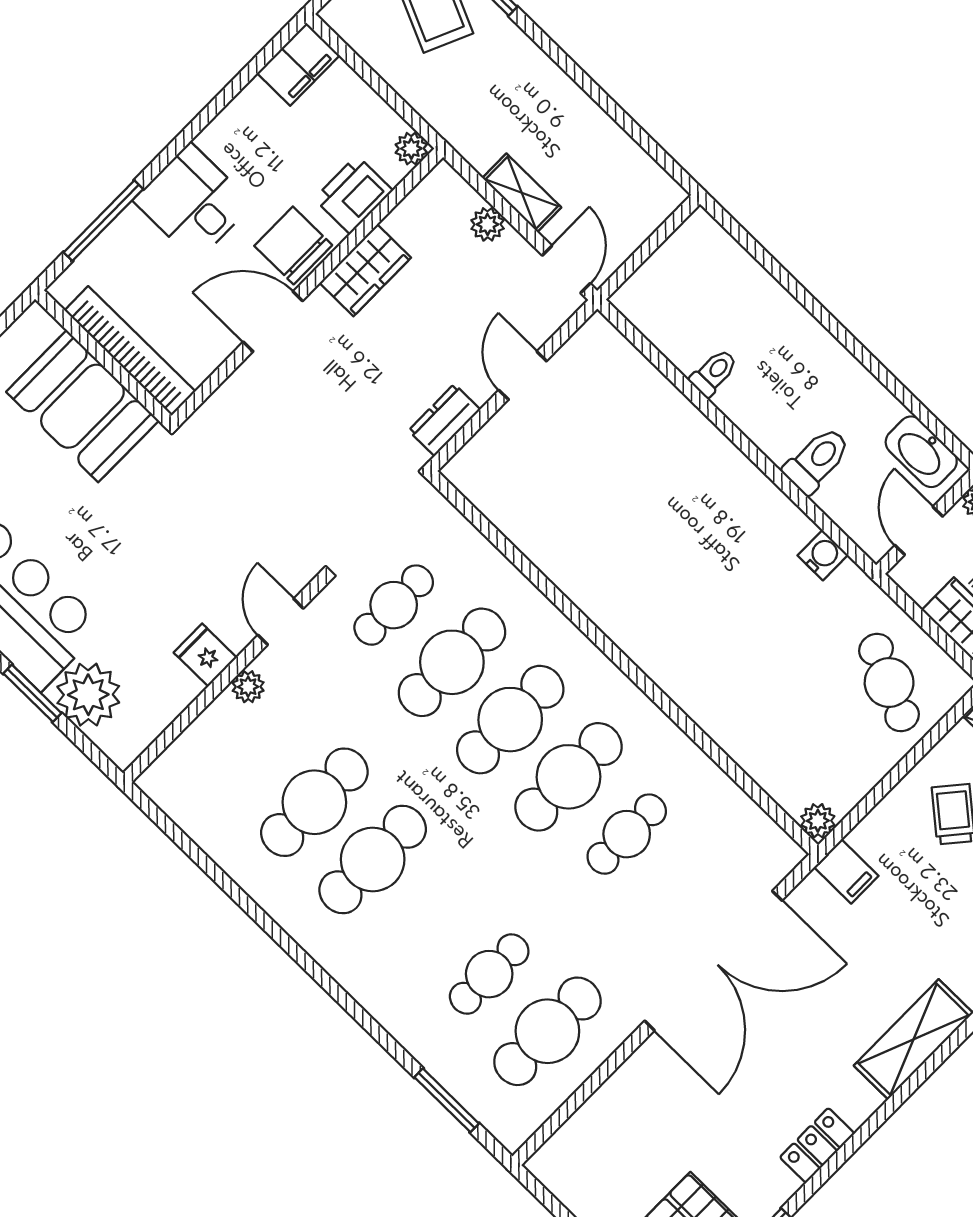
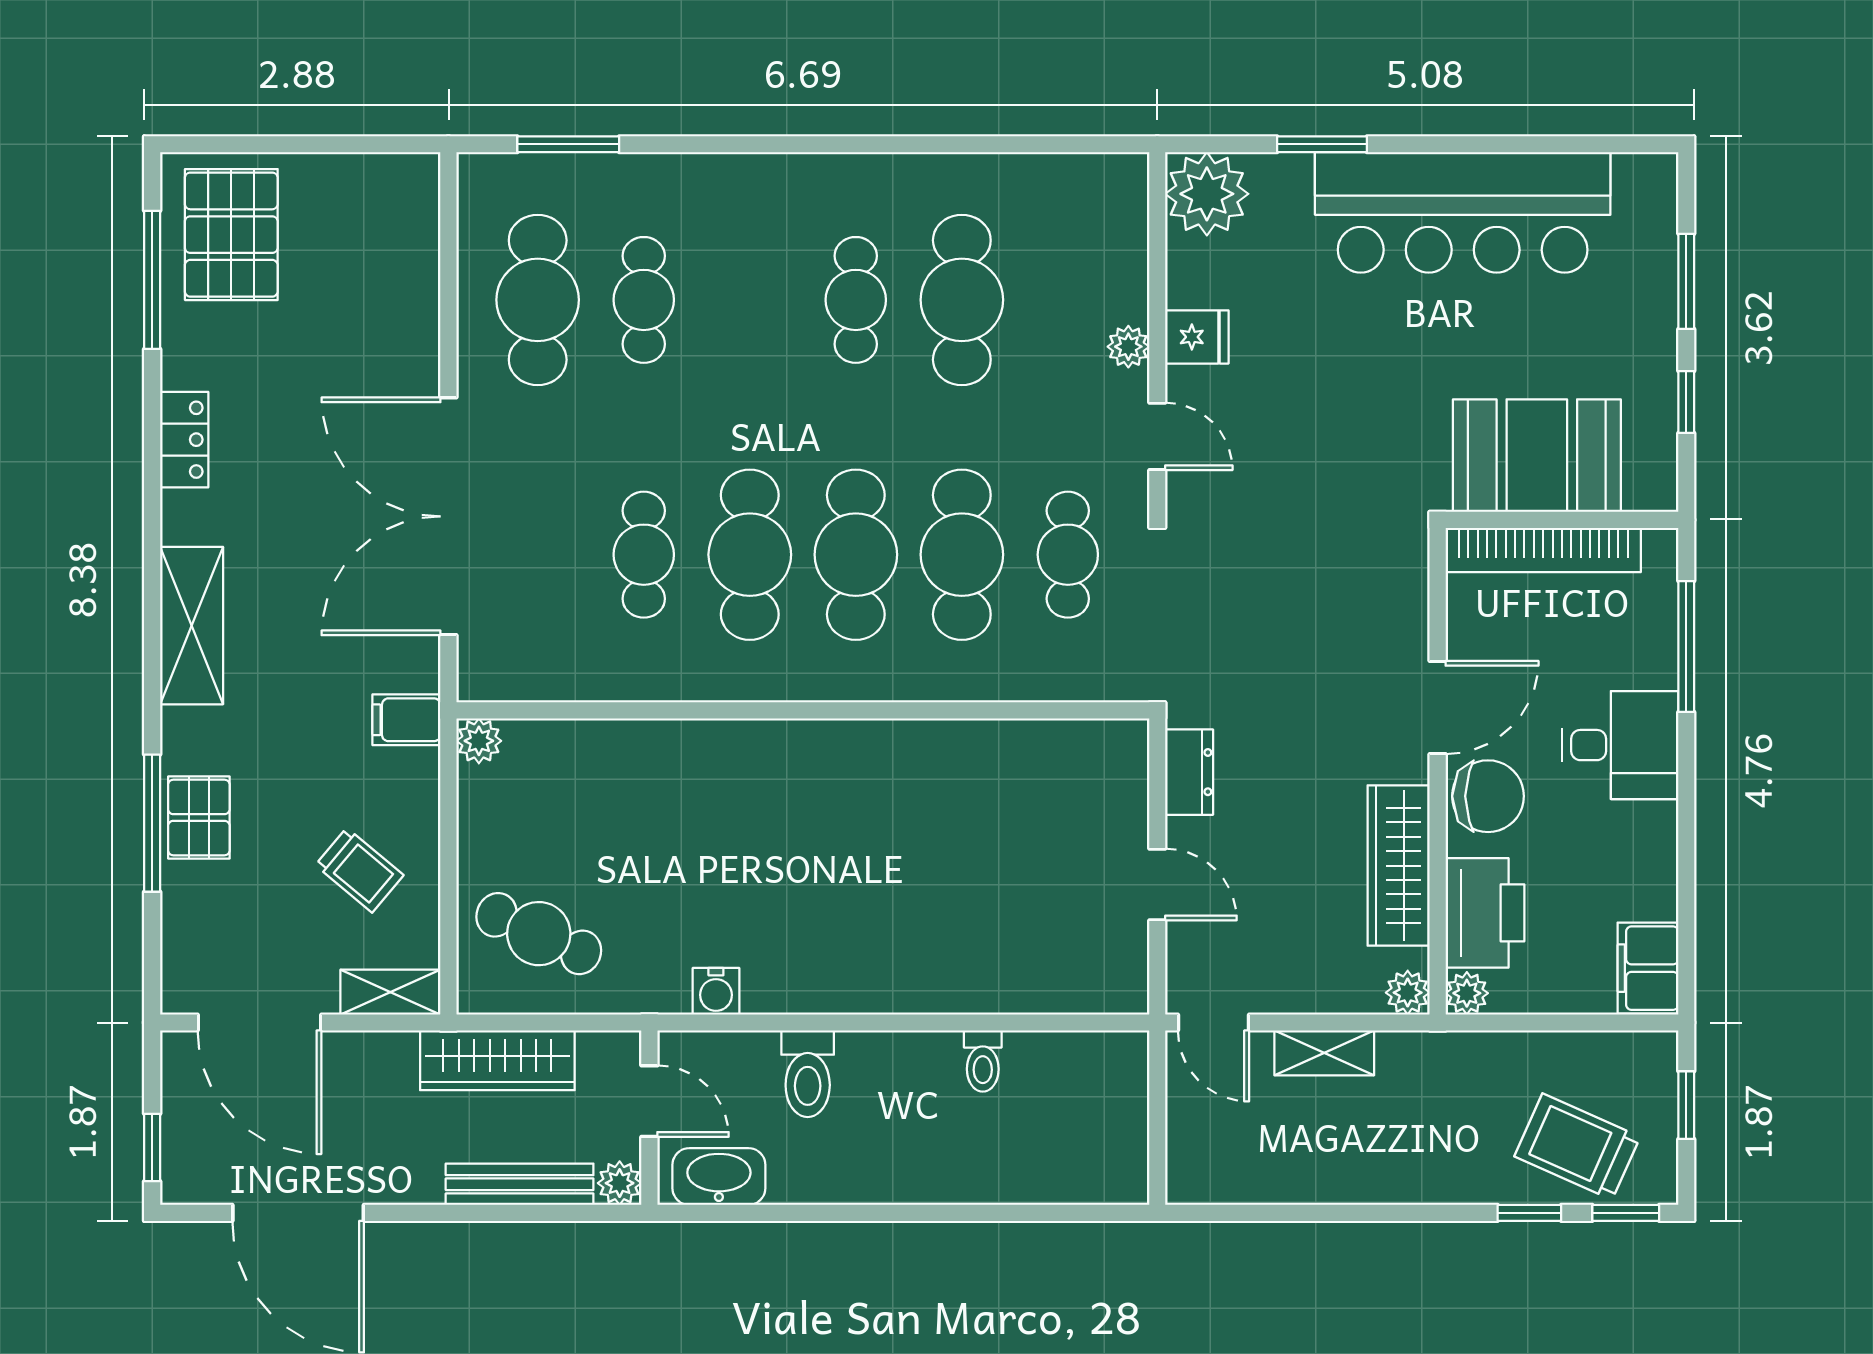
printer: (353, 195) -> (1485, 913), width x1.37, depth x1.19
plant: (488, 224) -> (1408, 993), moved
wardrobe: (365, 270) -> (1399, 866), width x1.50
plant: (88, 695) -> (1207, 194), moved
cafe table: (373, 860) -> (856, 300), width x0.73, depth x0.74

